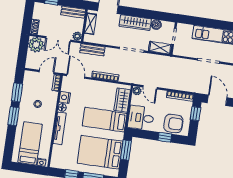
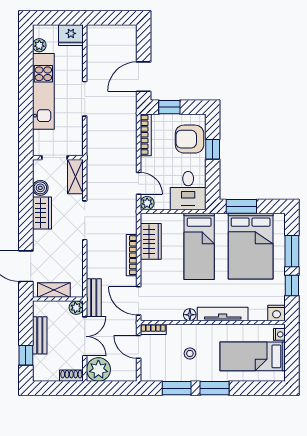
bench: (73, 12) -> (40, 335), moved
wardrobe: (135, 23) -> (42, 213), width x0.67
bench: (92, 50) -> (94, 298), moved
door: (76, 76) -> (139, 301), hinge flipped
door: (150, 87) -> (139, 183), hinge flipped
nightstand: (65, 97) -> (277, 313), moved
wardrobe: (122, 100) -> (151, 241), moved, turned -90
armchair: (173, 123) -> (190, 139), turned -90

